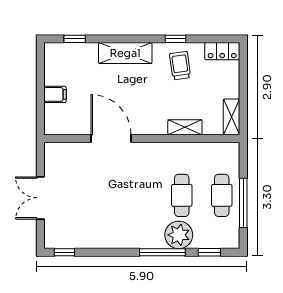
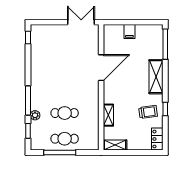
window: (75, 39) -> (165, 44), width x2.17
double door: (40, 198) -> (81, 22), moved
plant: (179, 235) -> (35, 115), width x0.53, depth x0.53

